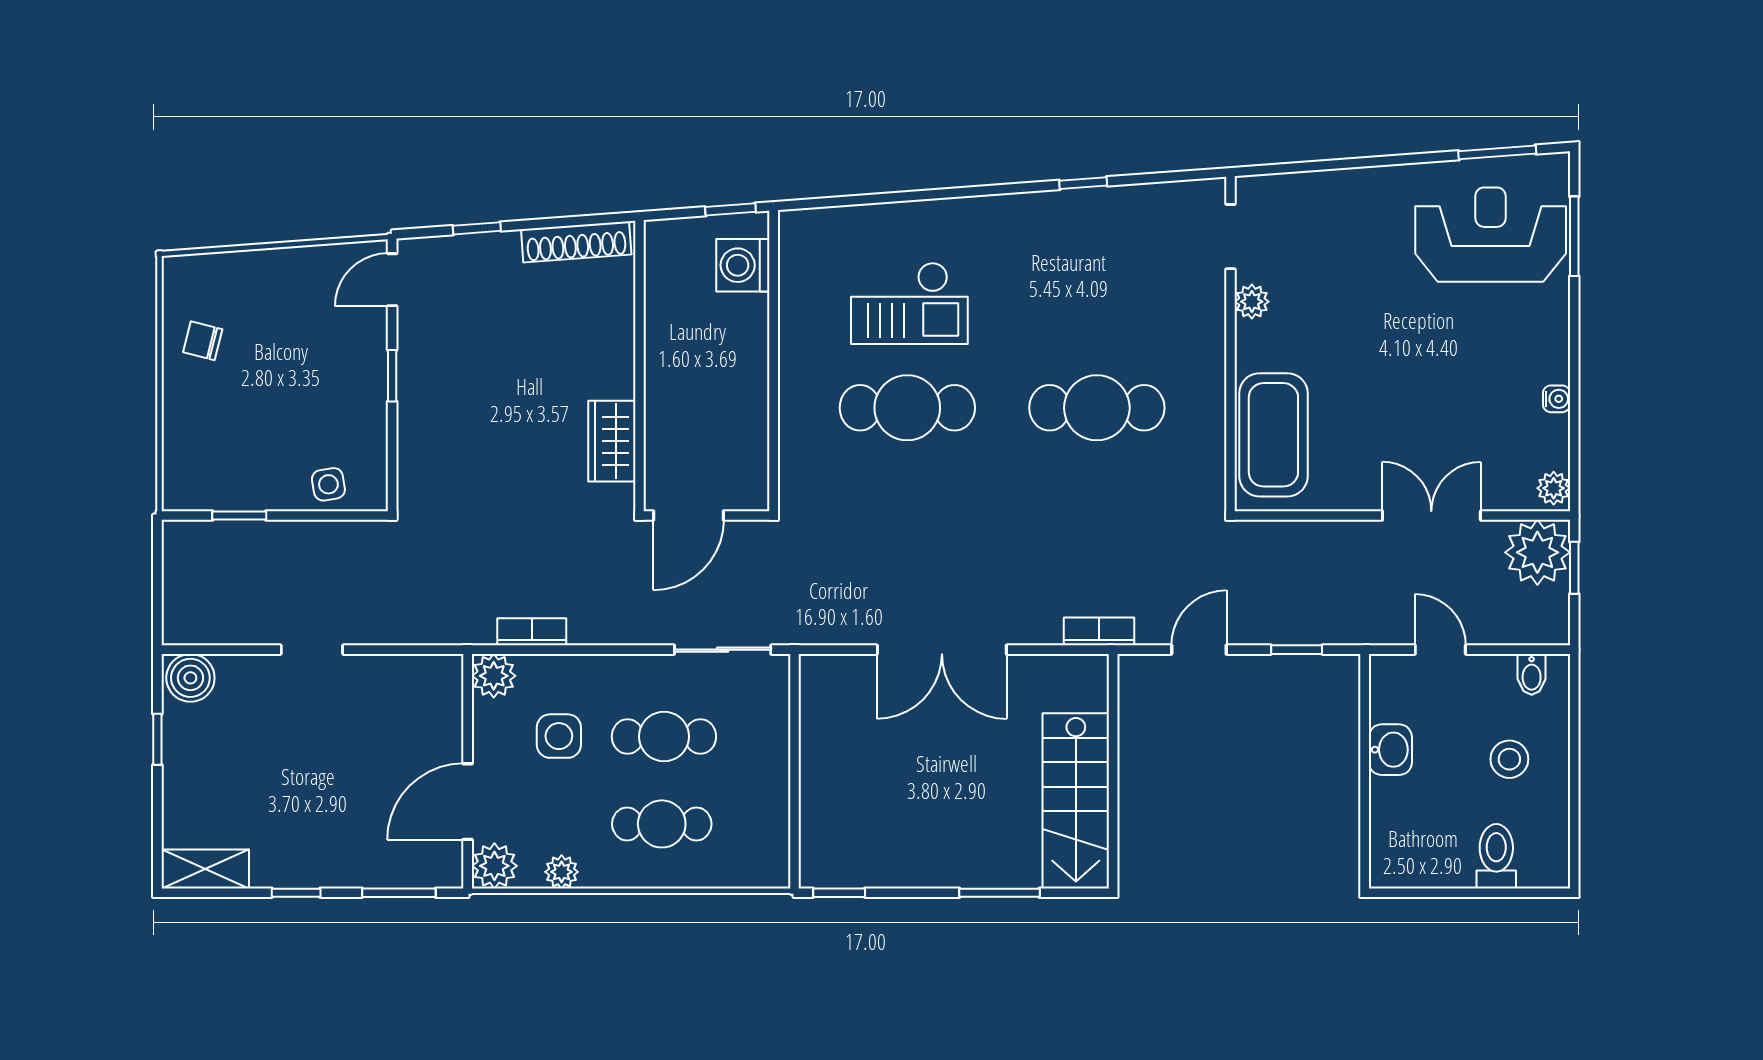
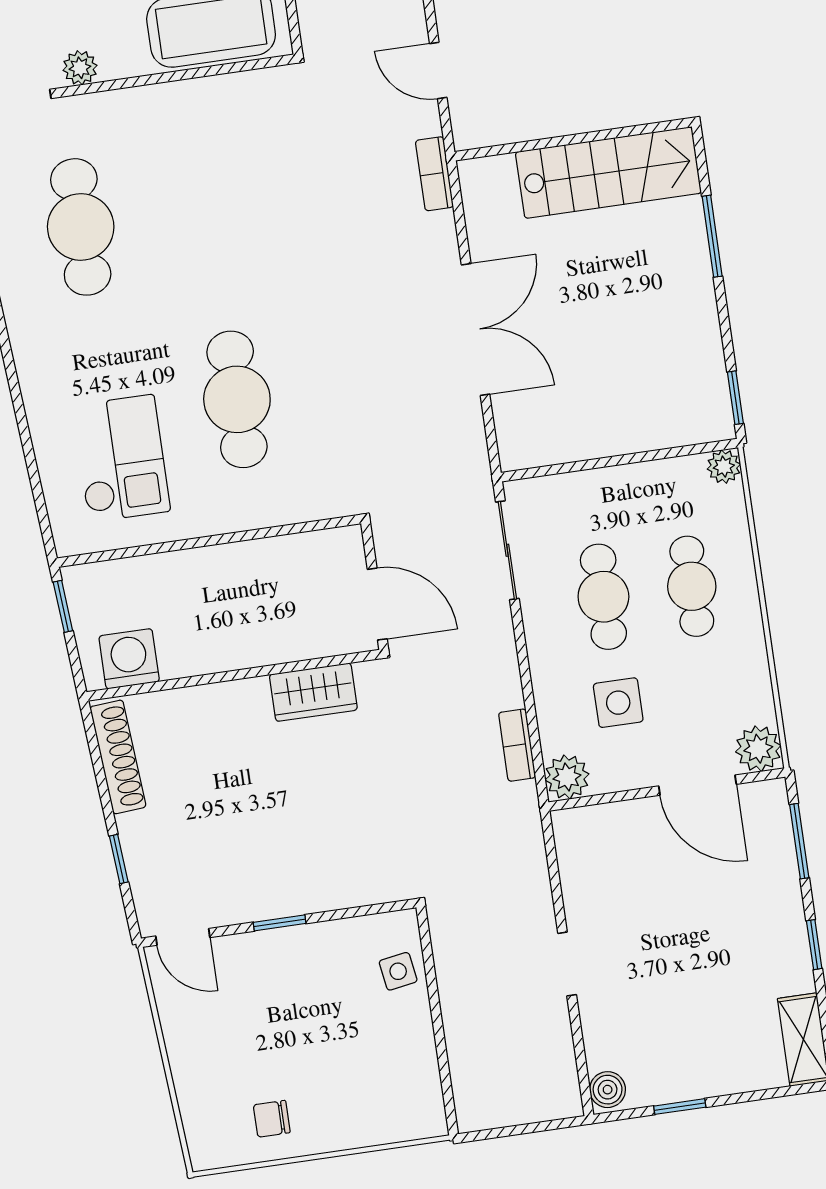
washing machine: (743, 265) -> (129, 659), moved, turned 180
checkout: (909, 303) -> (121, 458), moved
chair: (203, 341) -> (272, 1119), turned 76
cafe table: (1097, 408) -> (81, 227), moved
window: (239, 515) -> (442, 1057), removed
boiler: (190, 678) -> (608, 1090), width x0.73, depth x0.73
plant: (562, 872) -> (724, 467), moved

